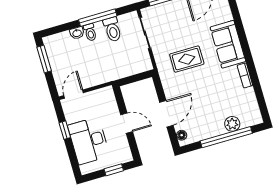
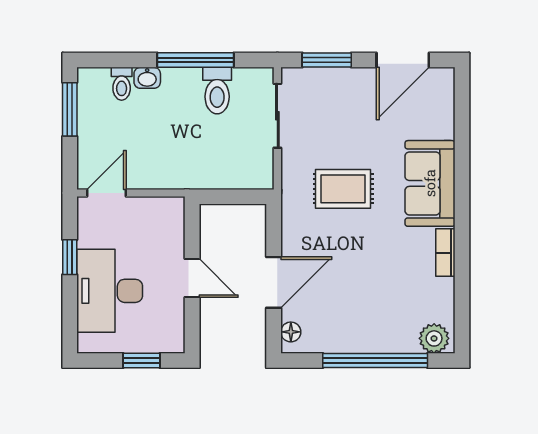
toilet: (90, 32) -> (122, 84), moved
plant: (232, 124) -> (434, 338), moved

